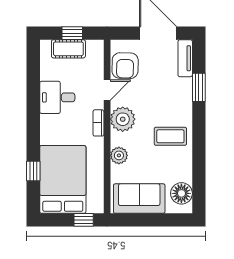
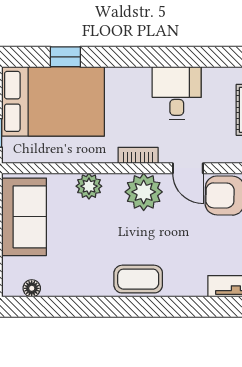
window: (199, 87) -> (192, 307), removed
coffee table: (170, 136) -> (138, 279), moved, turned 90
floor lamp: (181, 193) -> (32, 288), width x0.53, depth x0.53

